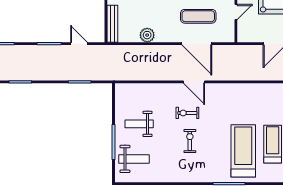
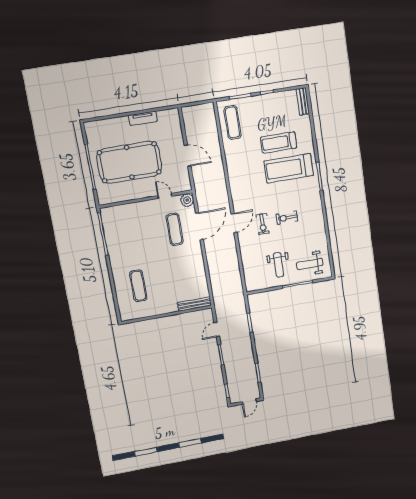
plant: (147, 35) -> (187, 200), moved
weight bench: (134, 159) -> (310, 264), turned -90

